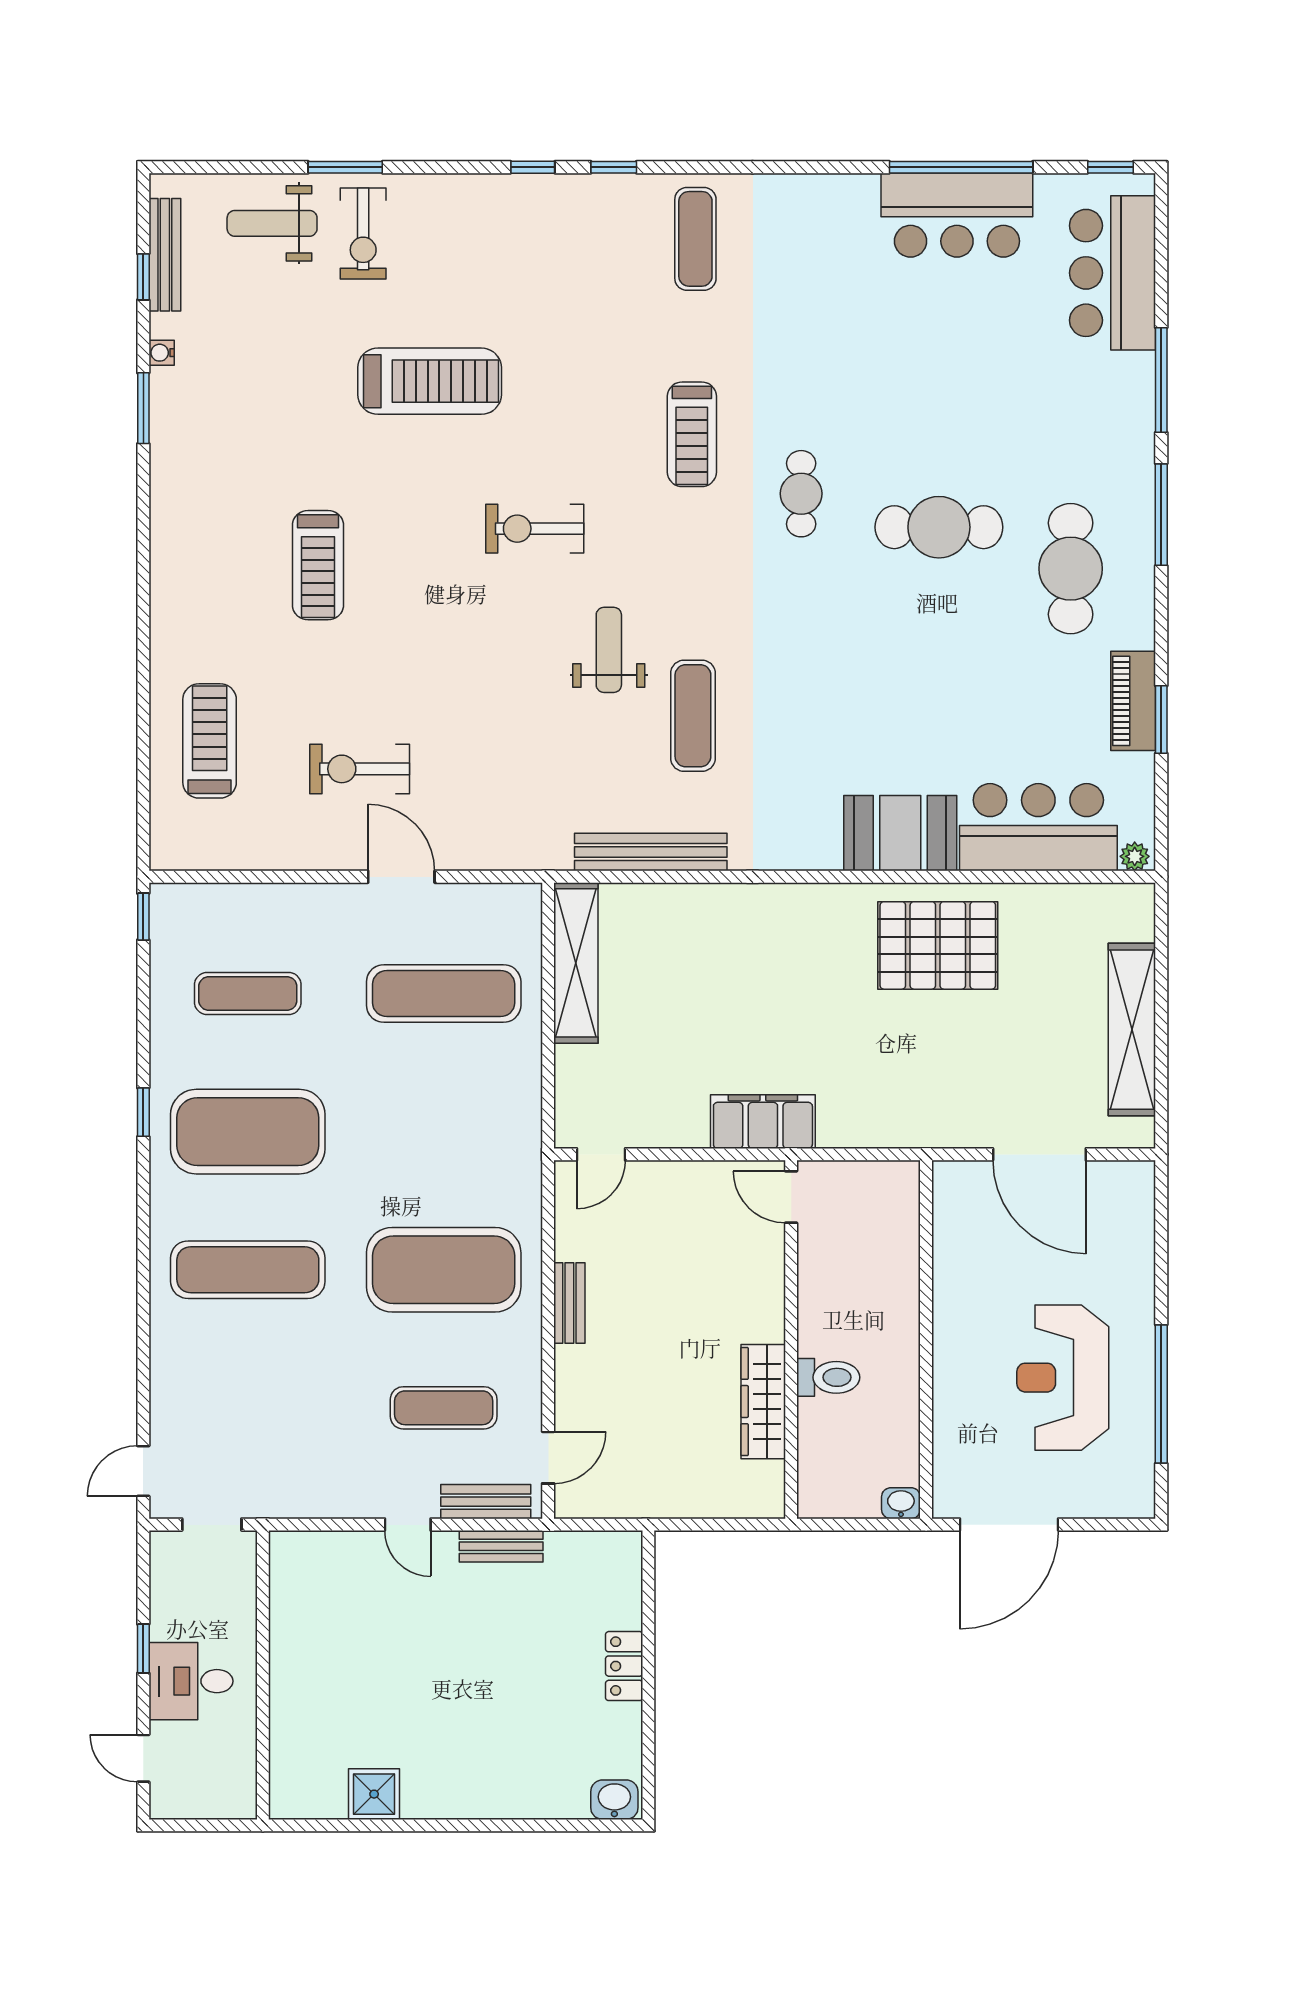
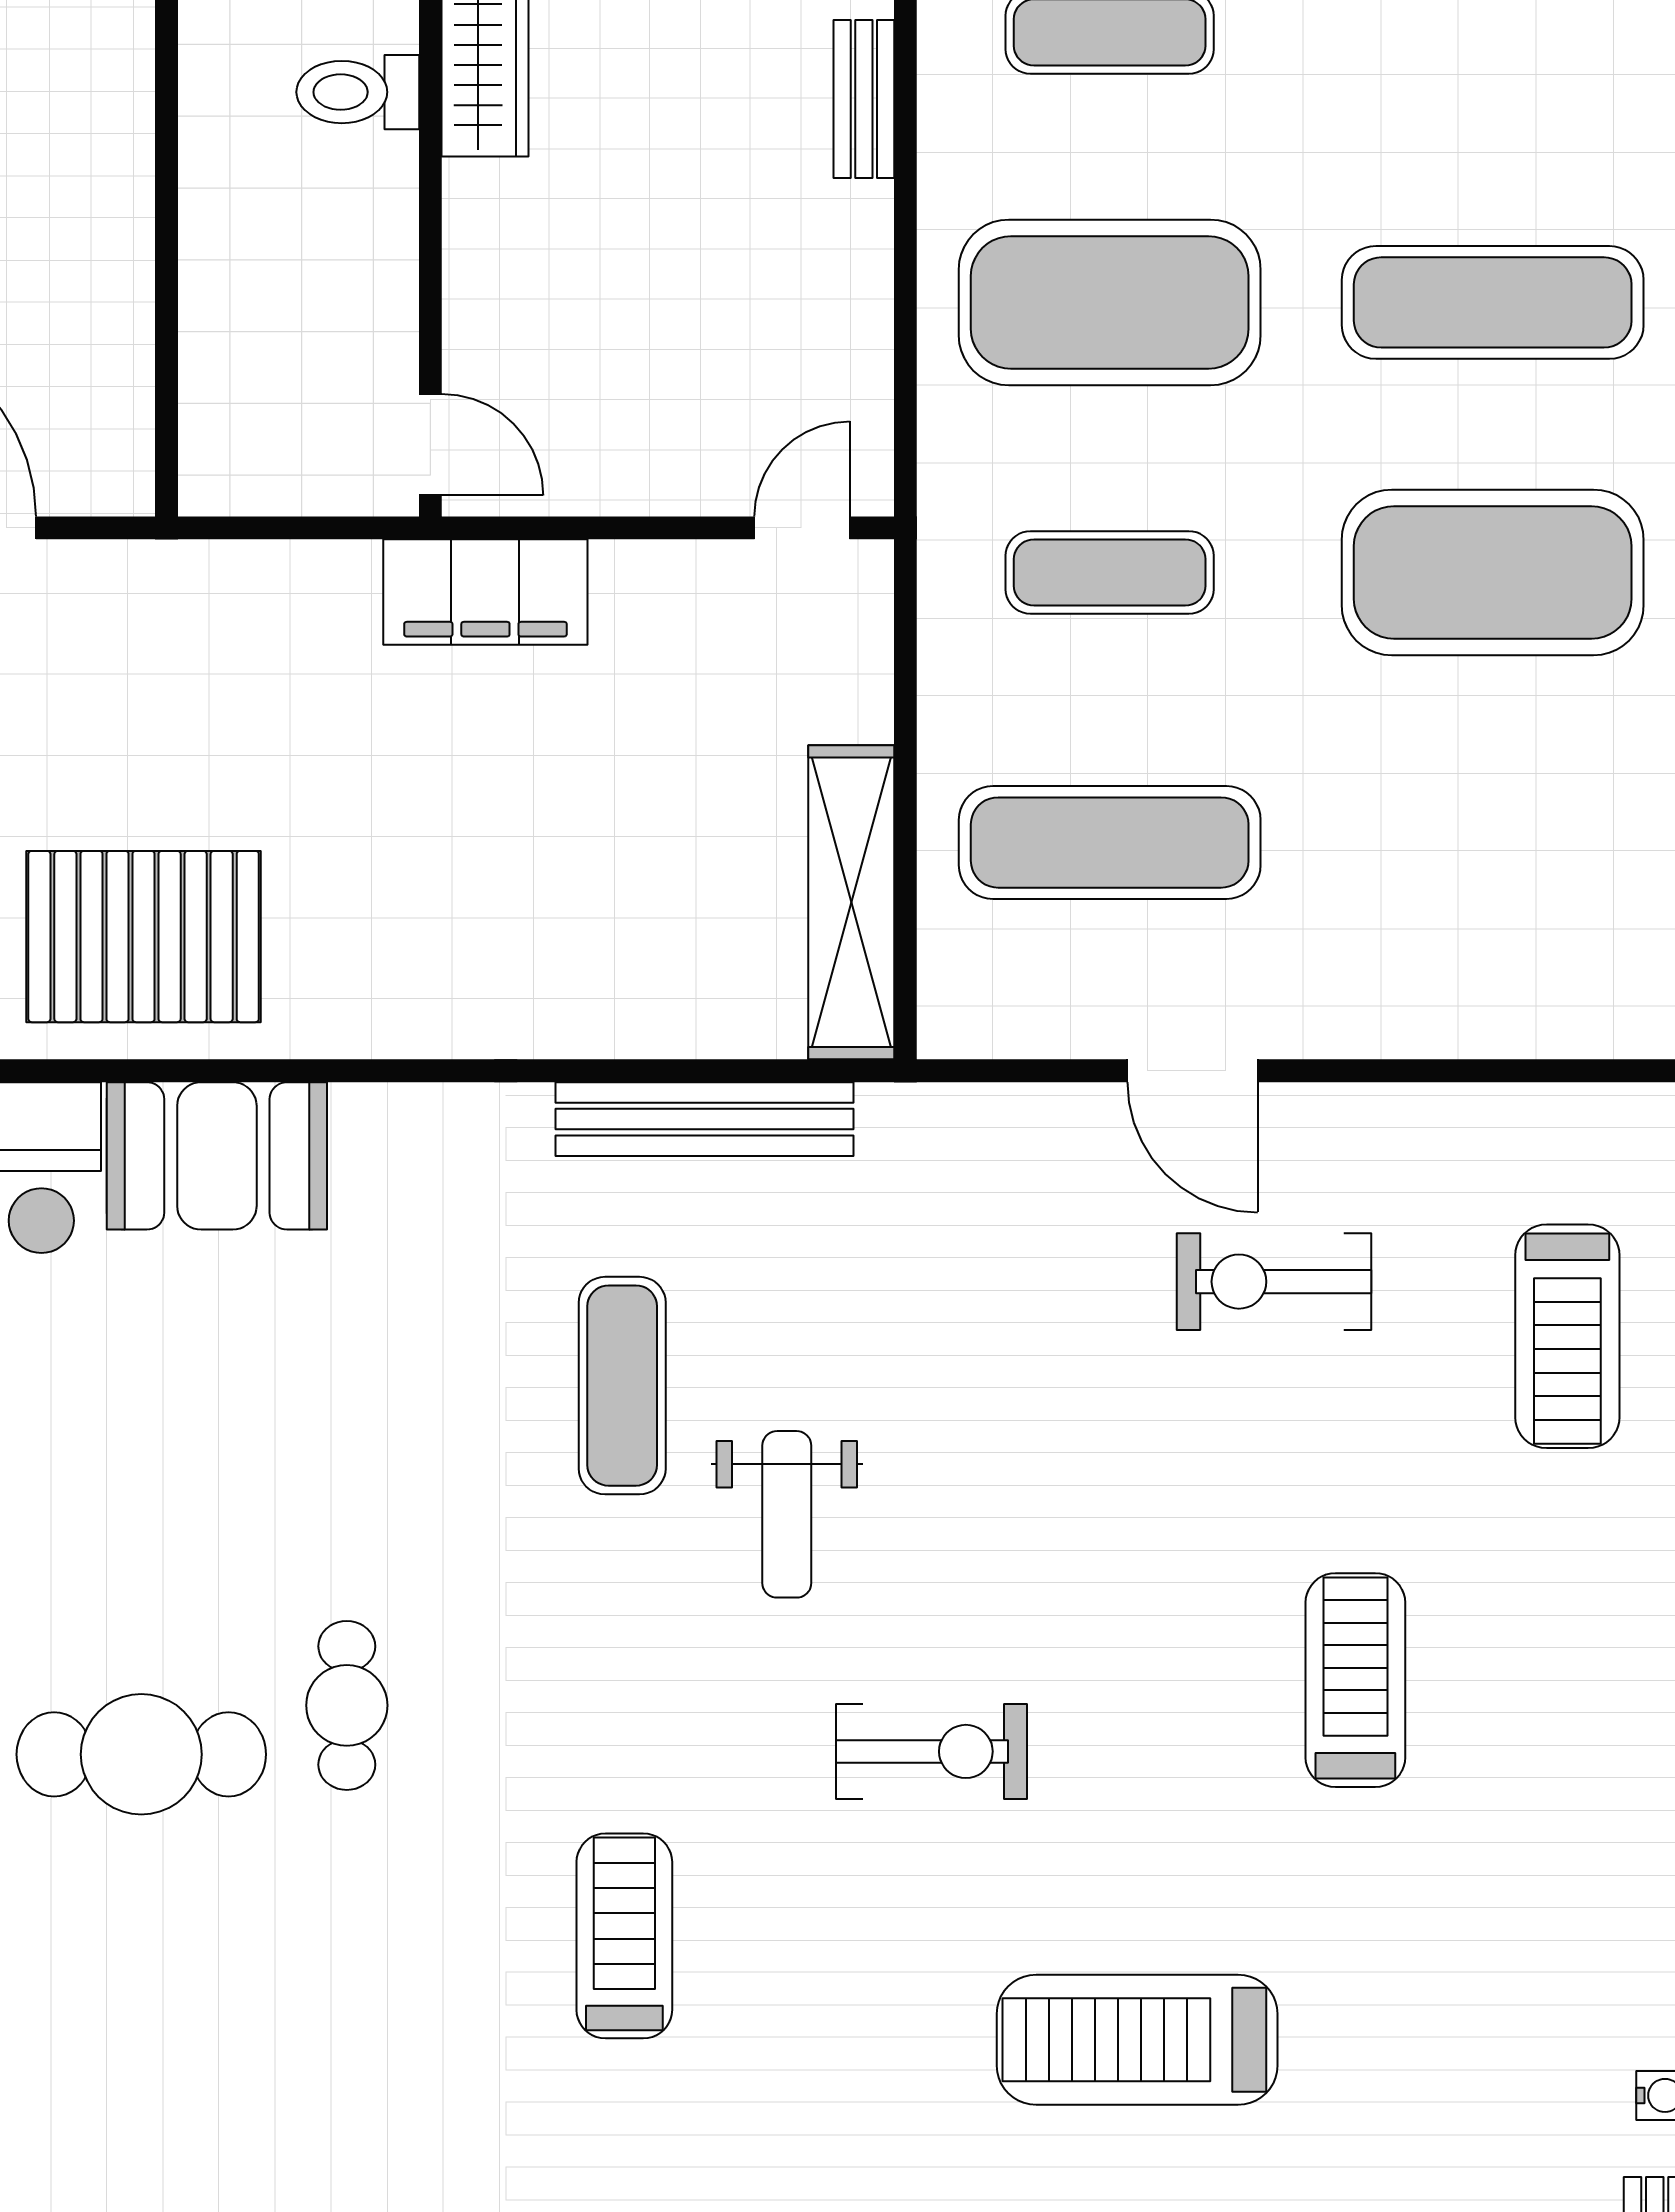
cafe table: (801, 494) -> (347, 1705), moved
exercise bike: (360, 769) -> (1274, 1282), turned 180
exercise mat: (248, 993) -> (1110, 572), moved
bench: (569, 1303) -> (864, 99), moved

